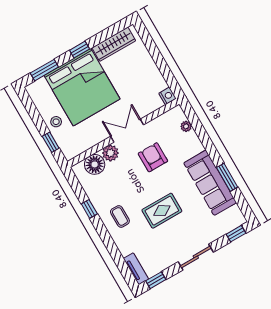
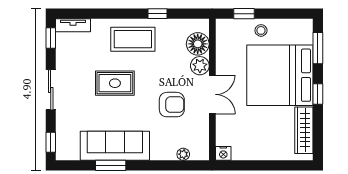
rug: (162, 211) -> (115, 83), turned 90
coffee table: (120, 216) -> (133, 39), width x1.86, depth x1.72

